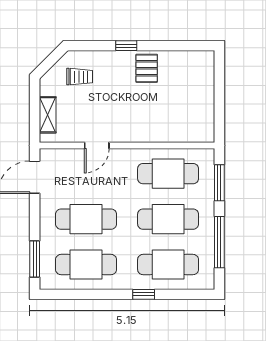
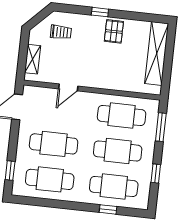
shelving: (204, 90) -> (157, 53), added
window: (219, 242) -> (156, 173), width x0.46
window: (35, 259) -> (10, 171), width x0.67
window: (144, 294) -> (108, 209), moved

